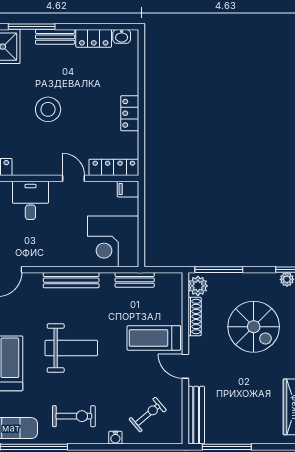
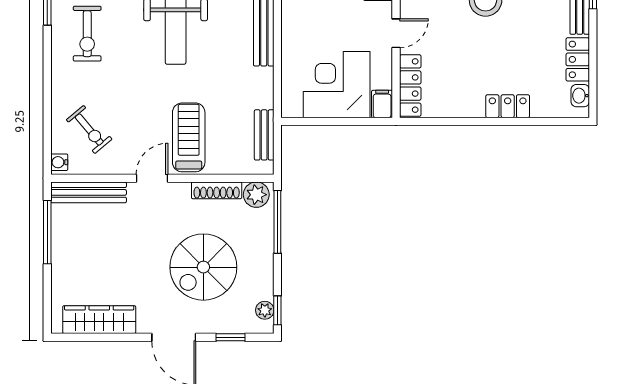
locker: (130, 113) -> (508, 106), moved
corner desk: (113, 241) -> (337, 85), moved
bench: (135, 280) -> (264, 135), moved
water cooler: (115, 438) -> (59, 162), moved

